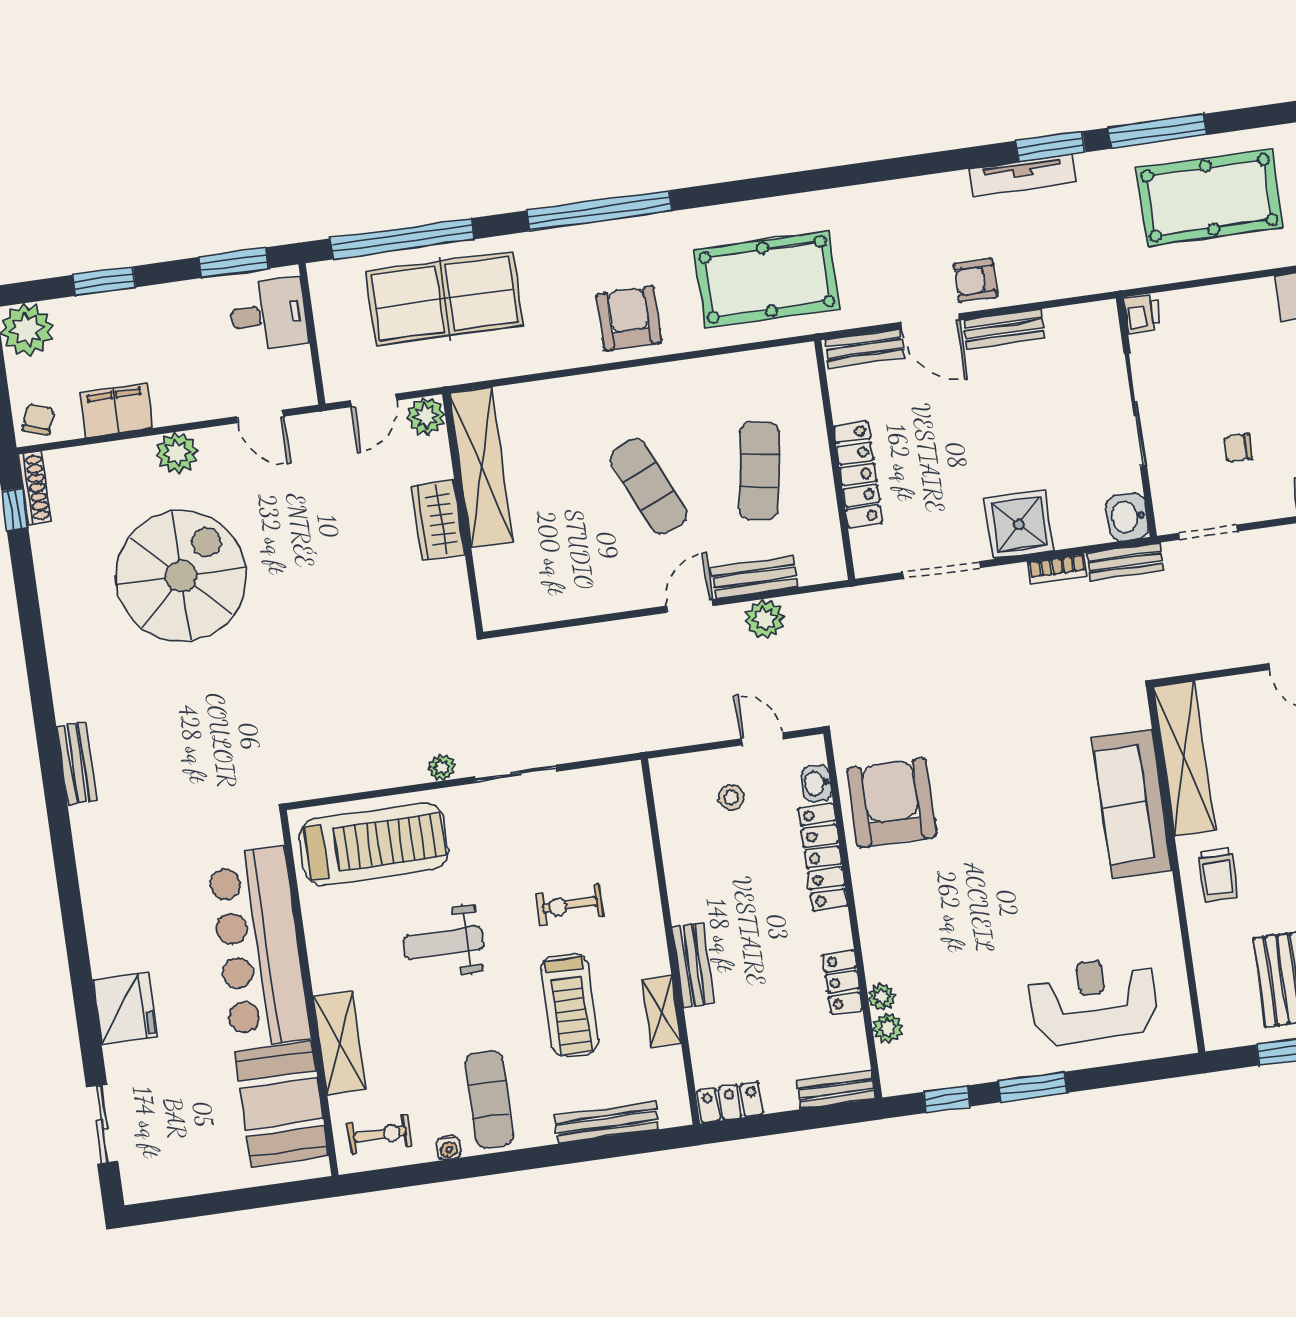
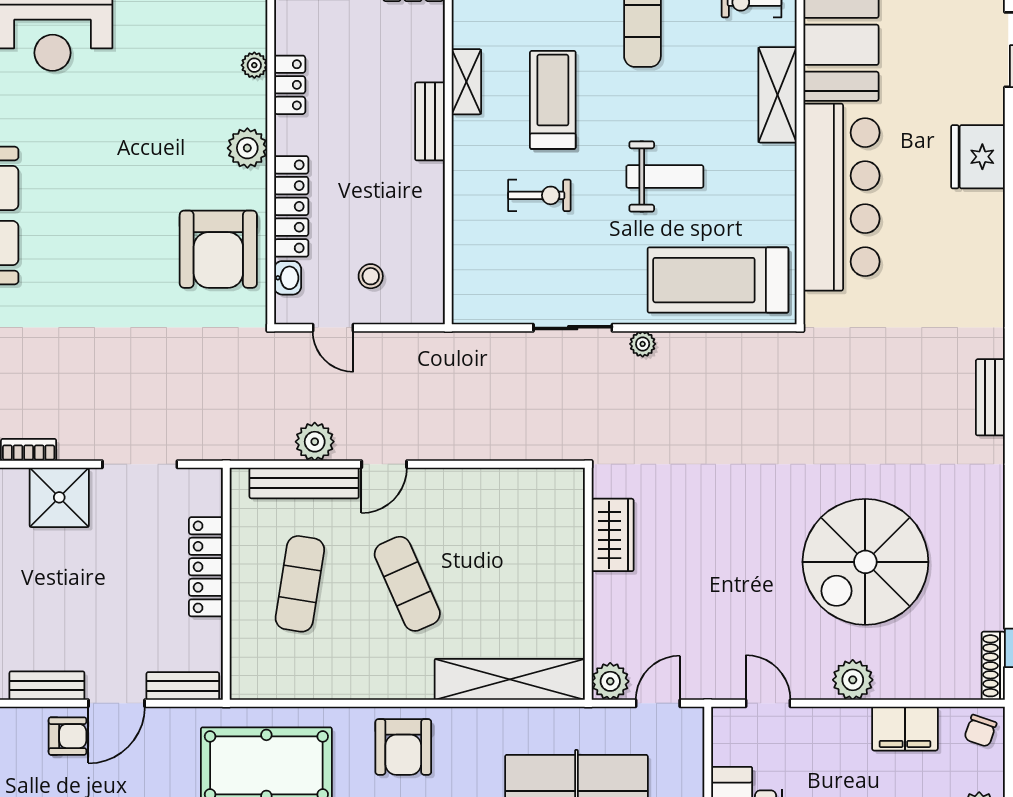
door: (930, 321) -> (116, 703), swing flipped
shelving: (481, 467) -> (510, 679), moved, turned 90
wardrobe: (438, 520) -> (613, 535), moved
bench: (754, 577) -> (304, 483), width x1.36
plant: (888, 1028) -> (247, 148), moved, width x1.38, depth x1.38

